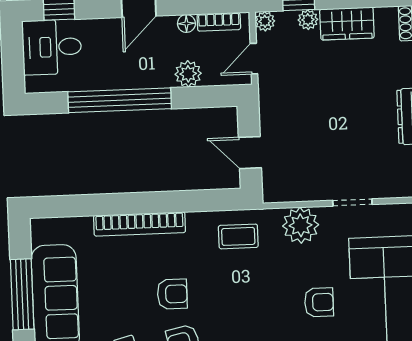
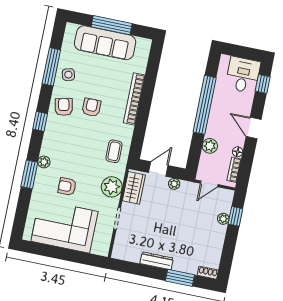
plant: (265, 21) -> (174, 184), moved
wardrobe: (347, 24) -> (134, 188), moved, turned 180
door: (254, 59) -> (209, 184), swing flipped
armchair: (172, 294) -> (91, 107), turned 180
armchair: (319, 302) -> (67, 186), turned 90

